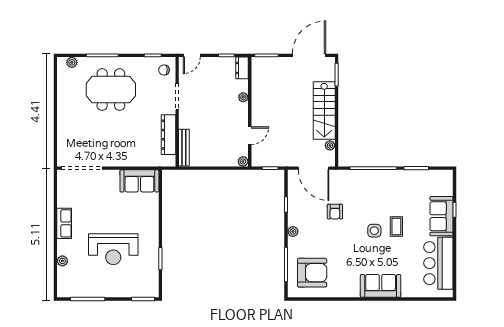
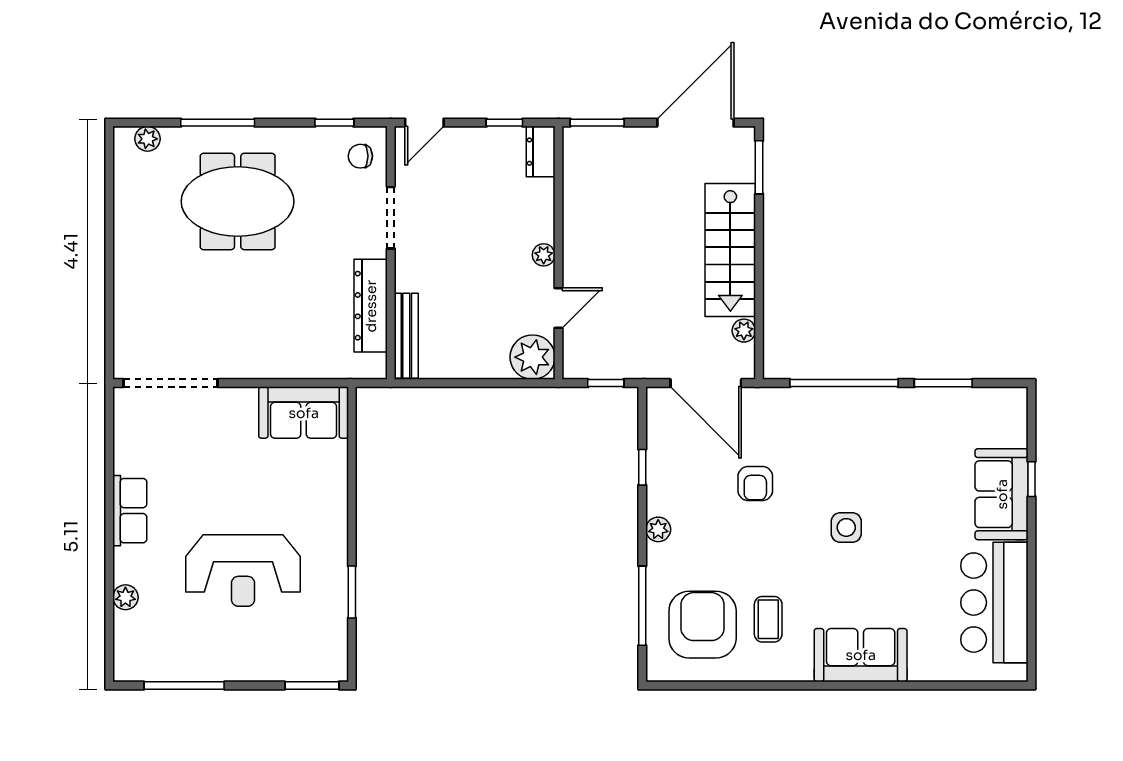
plant: (243, 97) -> (544, 255), moved
plant: (243, 161) -> (533, 357), width x1.88, depth x1.88
coffee table: (396, 227) -> (768, 619), moved
armchair: (312, 273) -> (703, 625), turned -90

